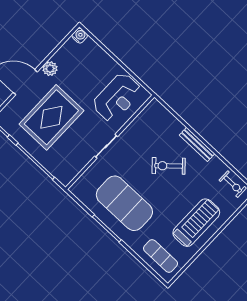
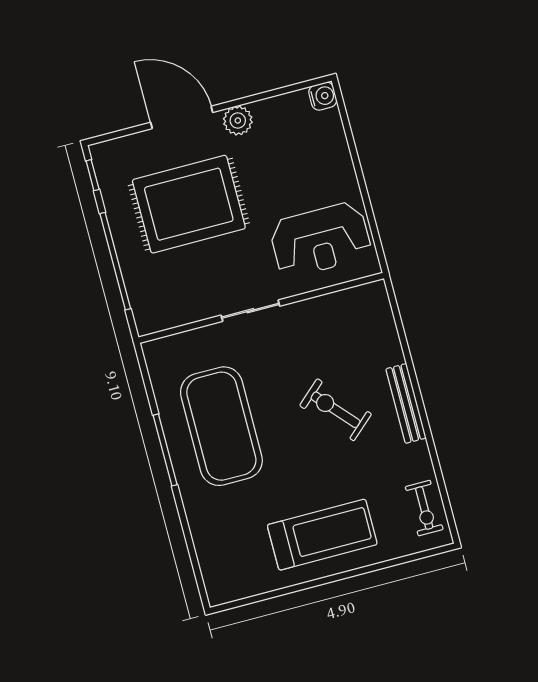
exercise mat: (161, 256) -> (227, 553), removed

